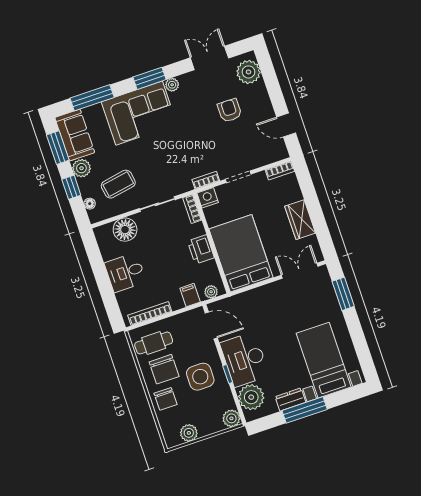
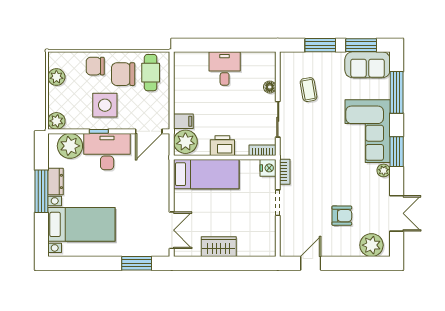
plant: (81, 168) -> (335, 61), removed
bookcase: (280, 171) -> (270, 243), removed
coffee table: (118, 184) -> (309, 90), width x0.73, depth x0.77
window: (71, 187) -> (320, 45), width x1.50
floor lamp: (90, 204) -> (299, 57), removed
floor lamp: (125, 230) -> (270, 87), width x0.53, depth x0.53
bed: (241, 253) -> (206, 174), width x0.67
plant: (211, 292) -> (185, 142), width x1.87, depth x1.87
bookcase: (150, 314) -> (179, 78), removed

